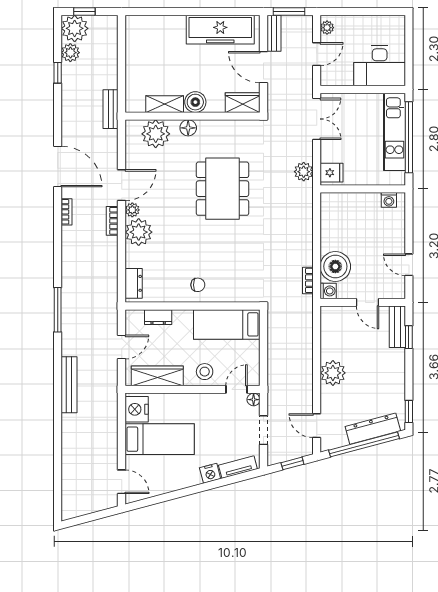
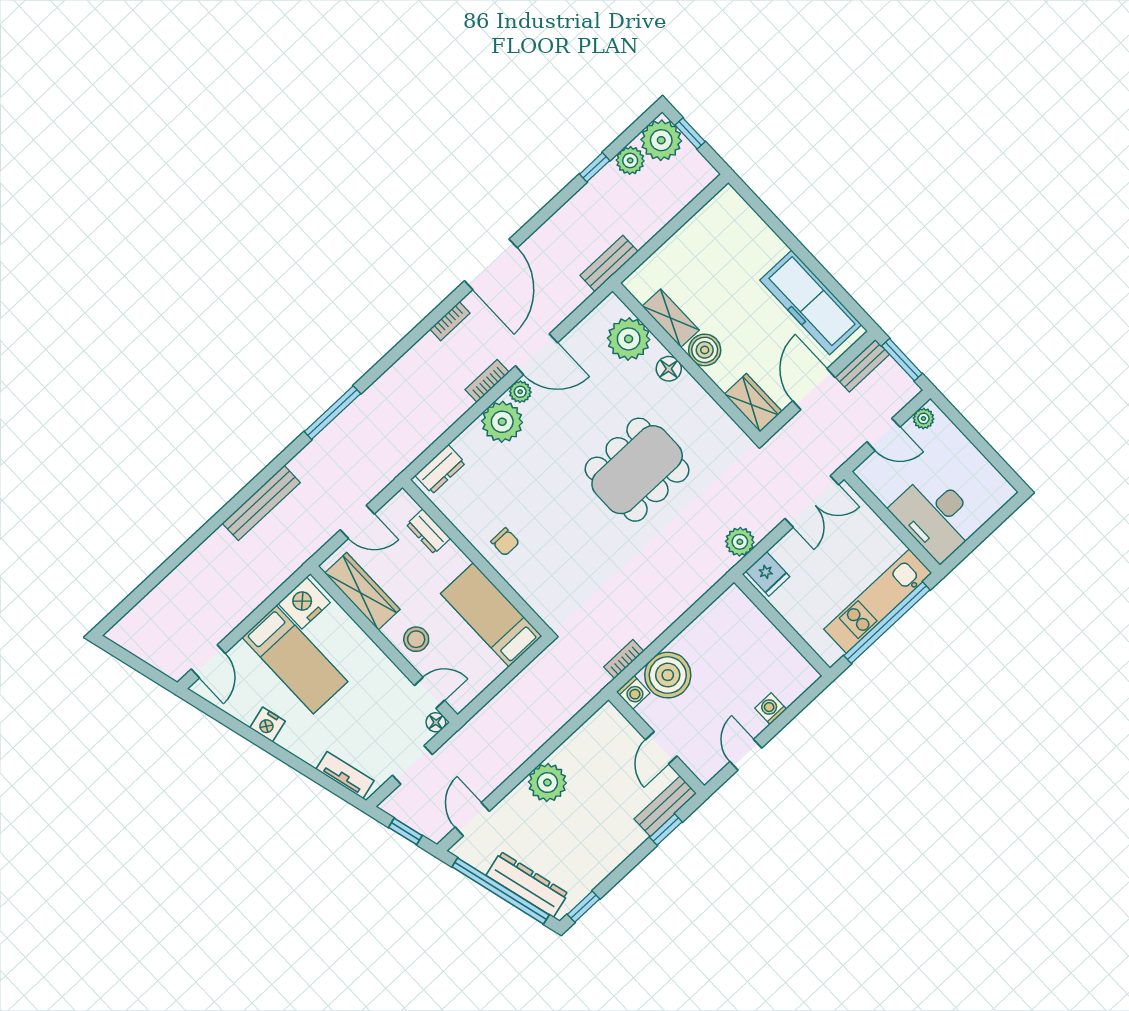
washing machine: (389, 200) -> (771, 709), moved, turned 90
nightstand: (210, 473) -> (267, 724), moved

